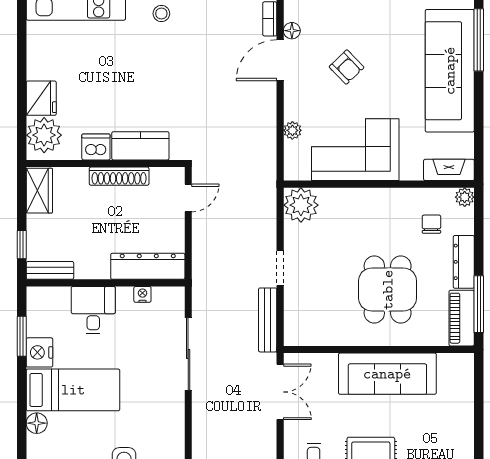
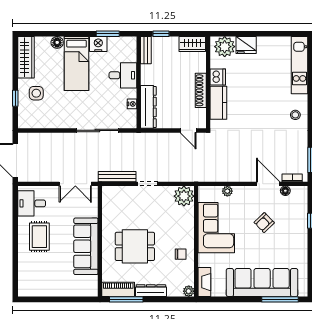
chair: (431, 224) -> (181, 254), moved

